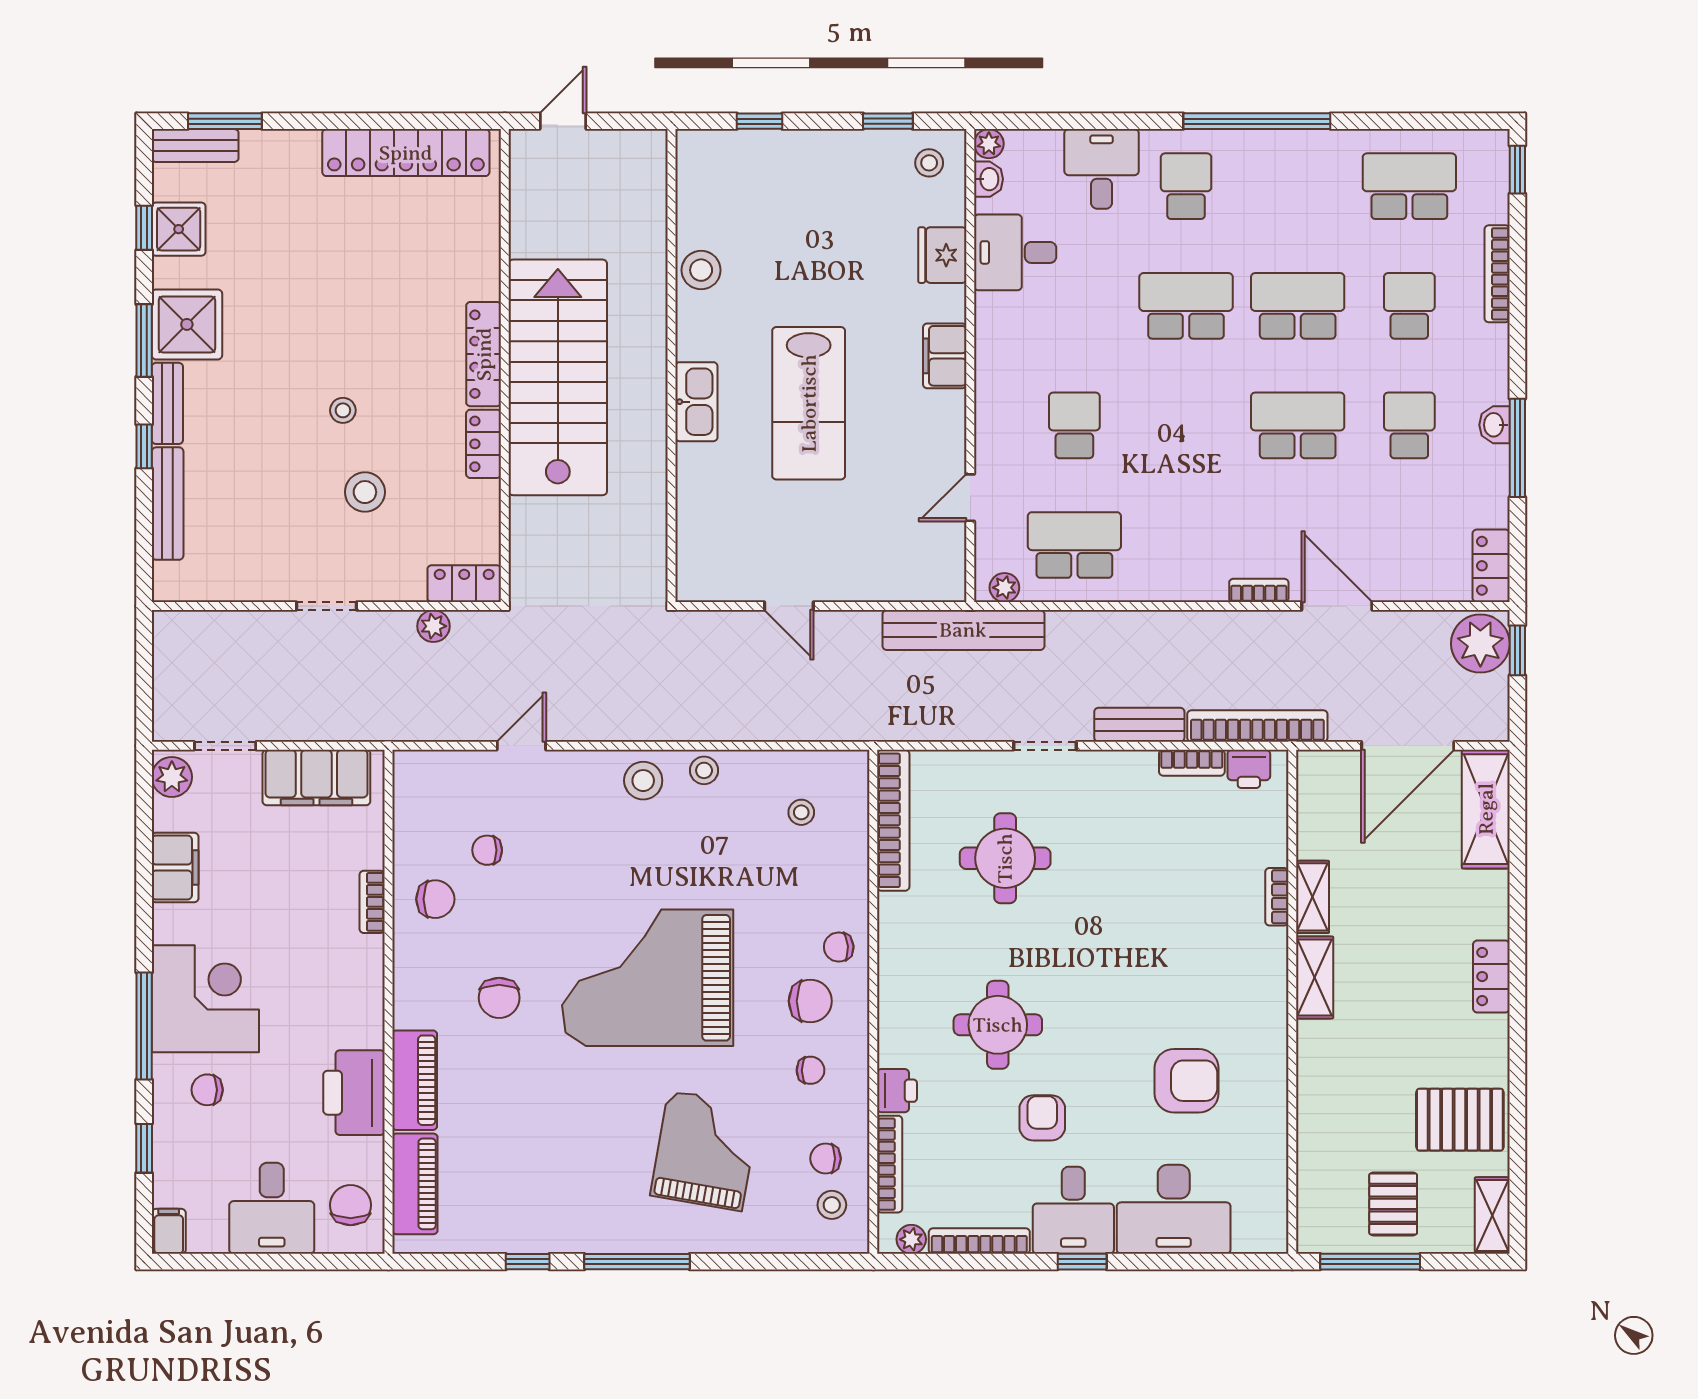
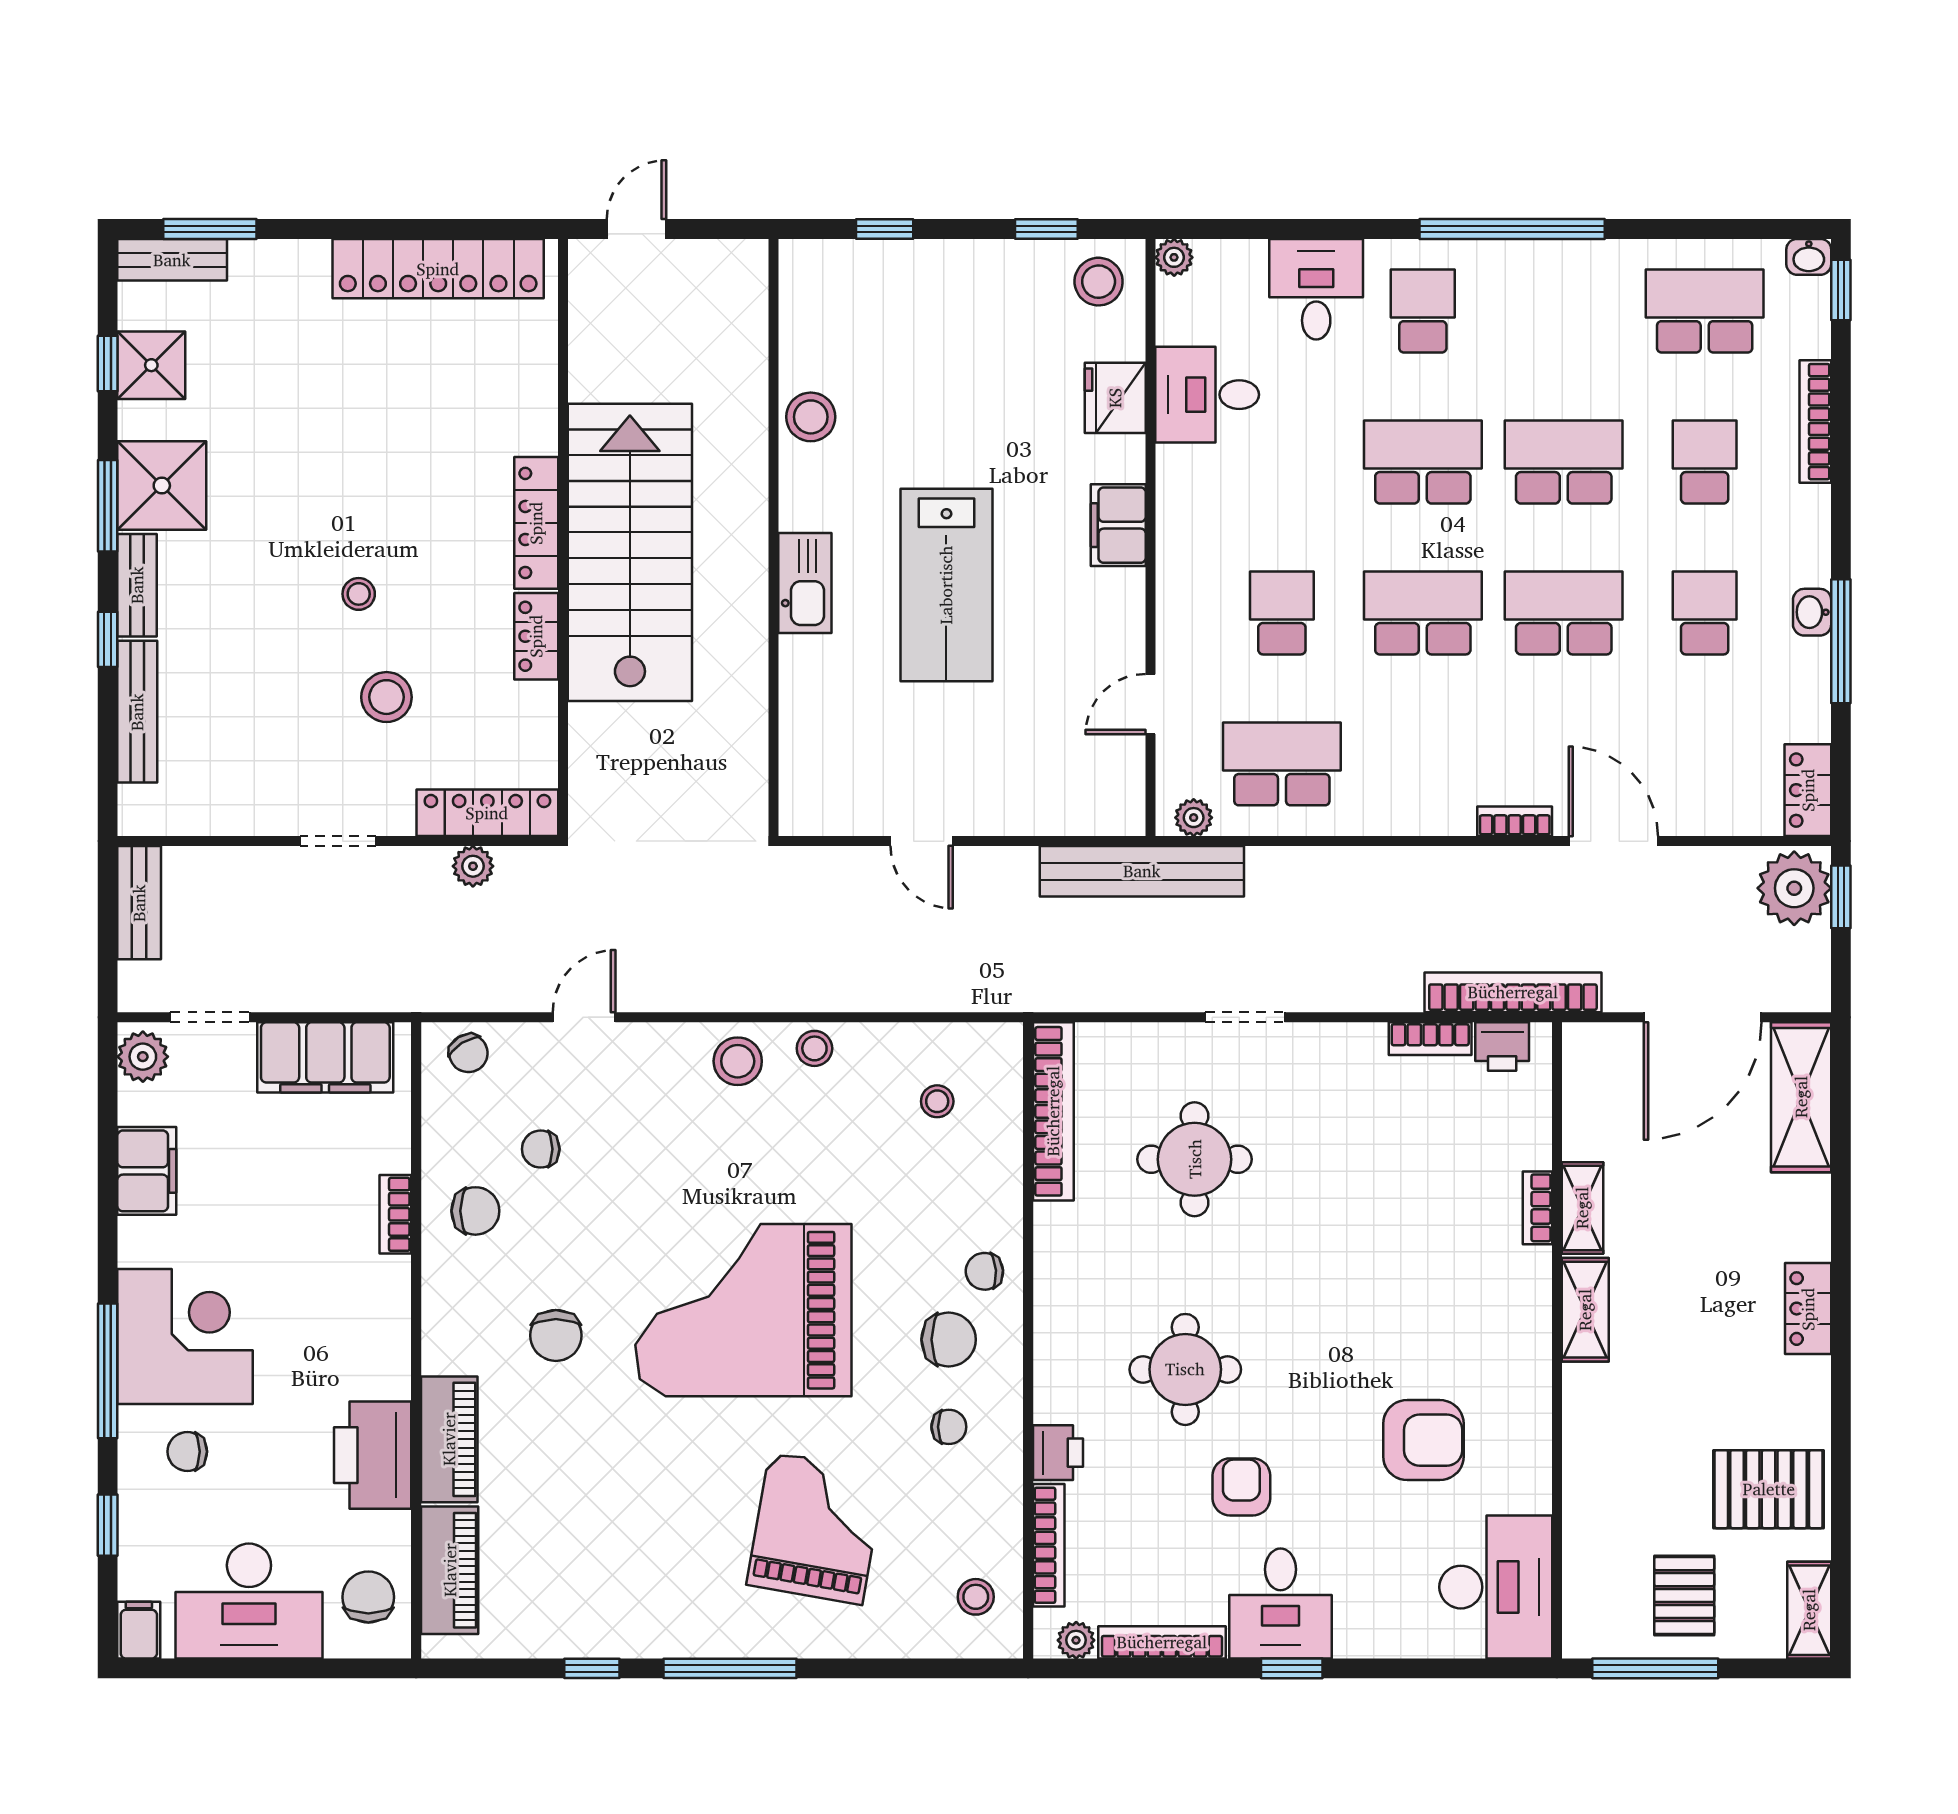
stool: (929, 163) -> (1099, 282), width x1.37, depth x1.37
washbasin: (988, 179) -> (1809, 257), moved, turned 90
school desk: (1186, 425) -> (1423, 613), added
locker: (464, 584) -> (487, 813), width x1.53
bench: (1139, 725) -> (139, 903), moved, turned 90
chair: (826, 1159) -> (468, 1053), moved, turned -122
desk: (272, 1208) -> (249, 1601), width x1.37
desk: (1174, 1209) -> (1496, 1587), moved, turned -90

